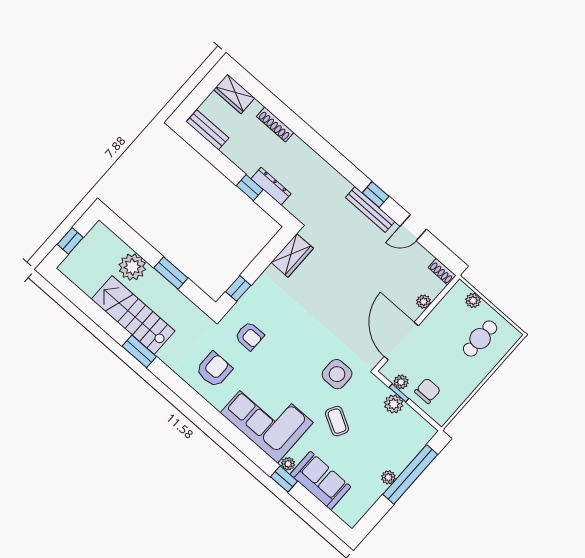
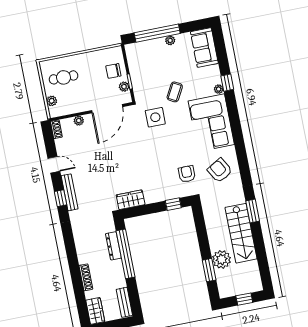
window: (250, 188) -> (126, 254), width x3.17
window: (171, 273) -> (209, 270), moved
armchair: (214, 370) -> (220, 170), turned 60
plant: (394, 404) -> (137, 78), removed
sofa: (320, 481) -> (204, 47), moved

